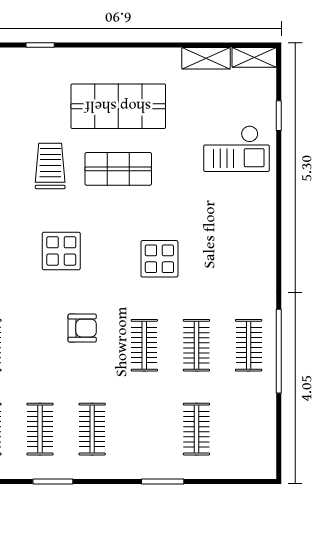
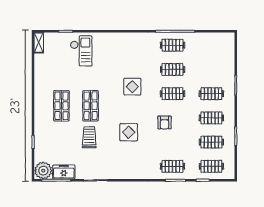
shelving: (206, 58) -> (39, 65), removed
shop shelf: (118, 106) -> (61, 106), width x0.70, depth x0.74
trolley: (50, 166) -> (89, 137), turned 90
armchair: (82, 328) -> (164, 123), turned 180
clothes rail: (196, 429) -> (211, 94), moved

